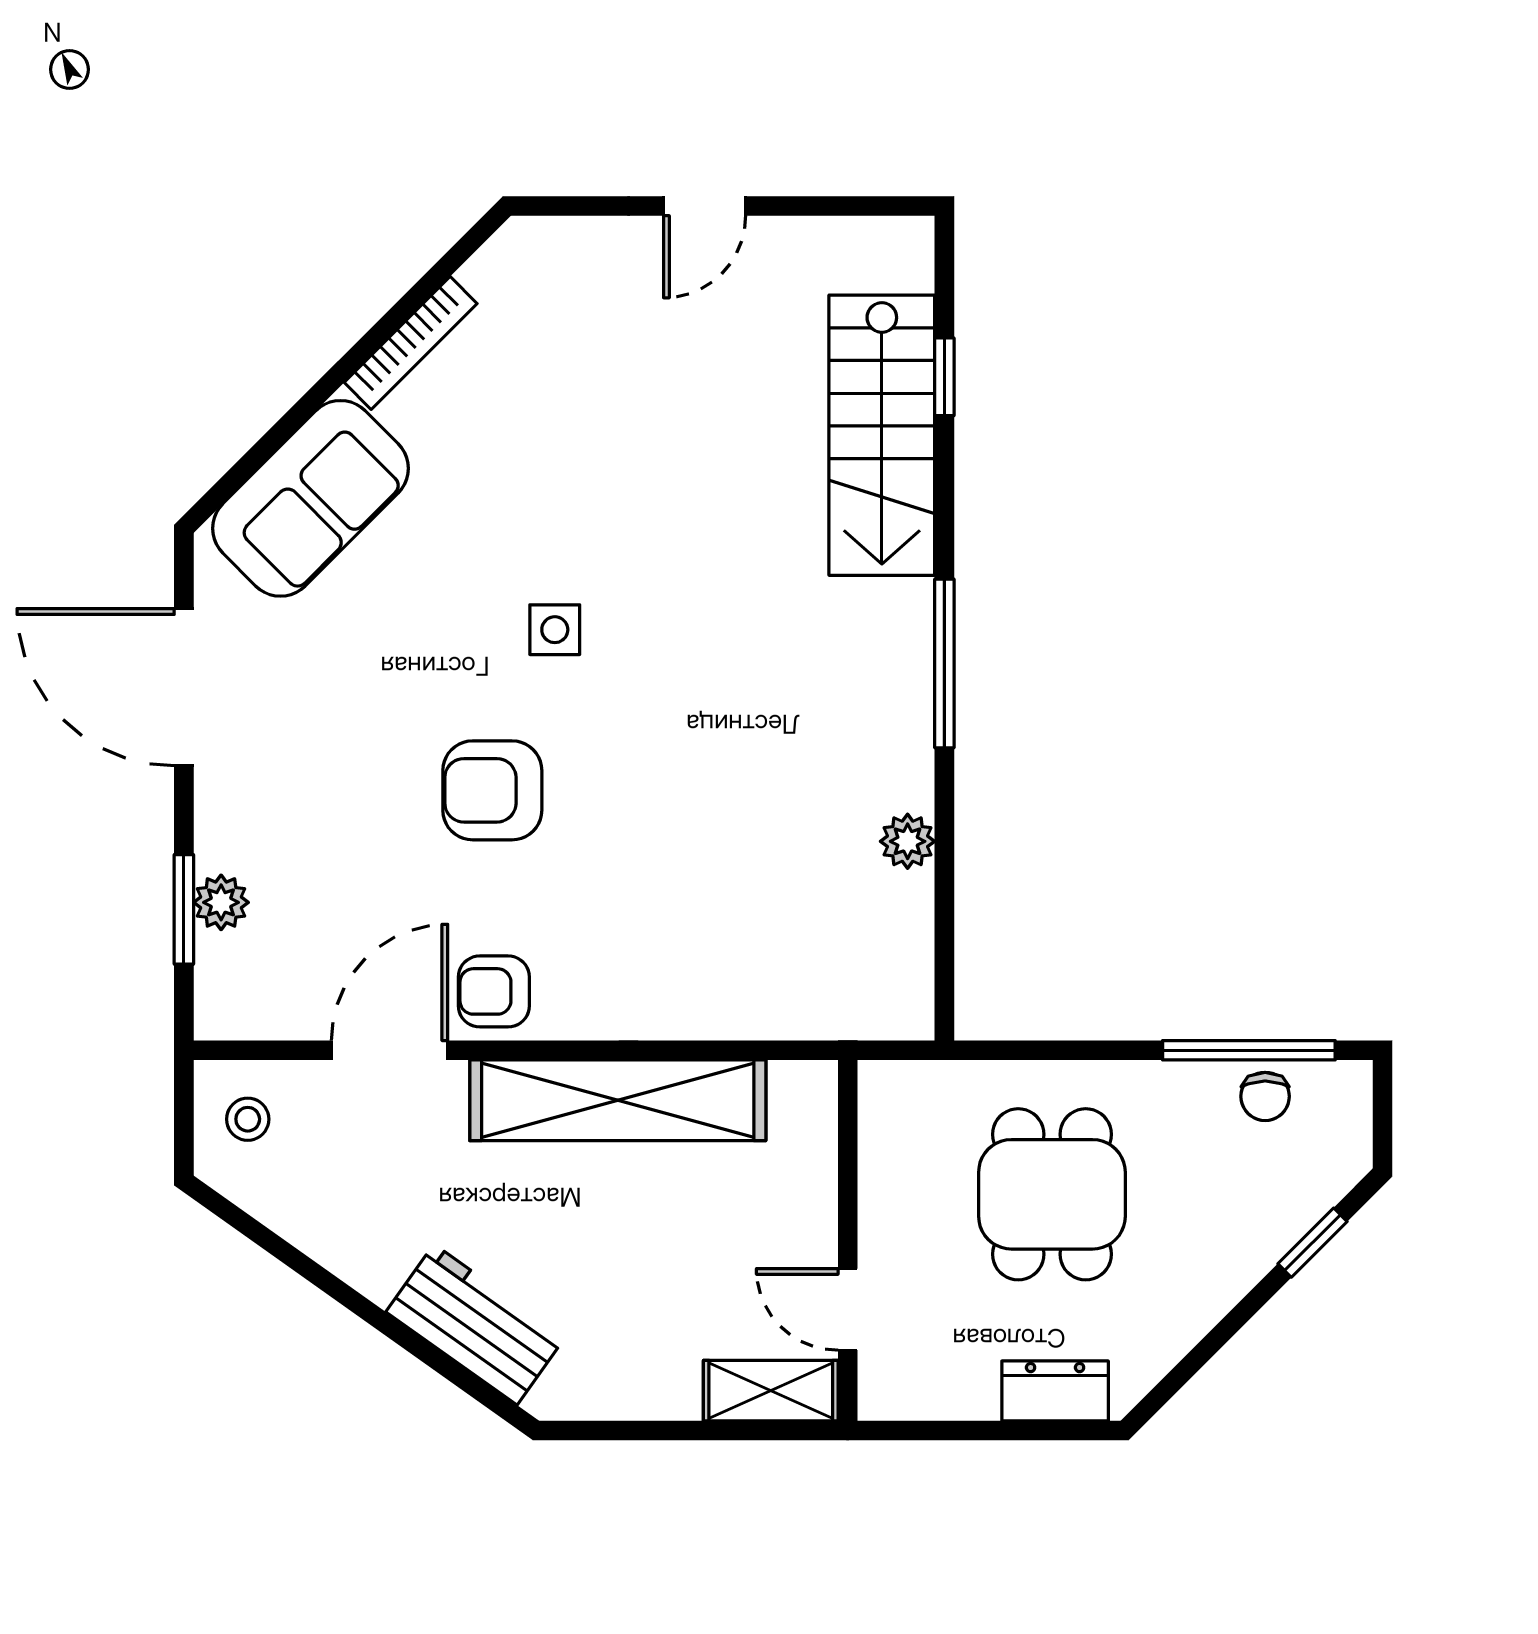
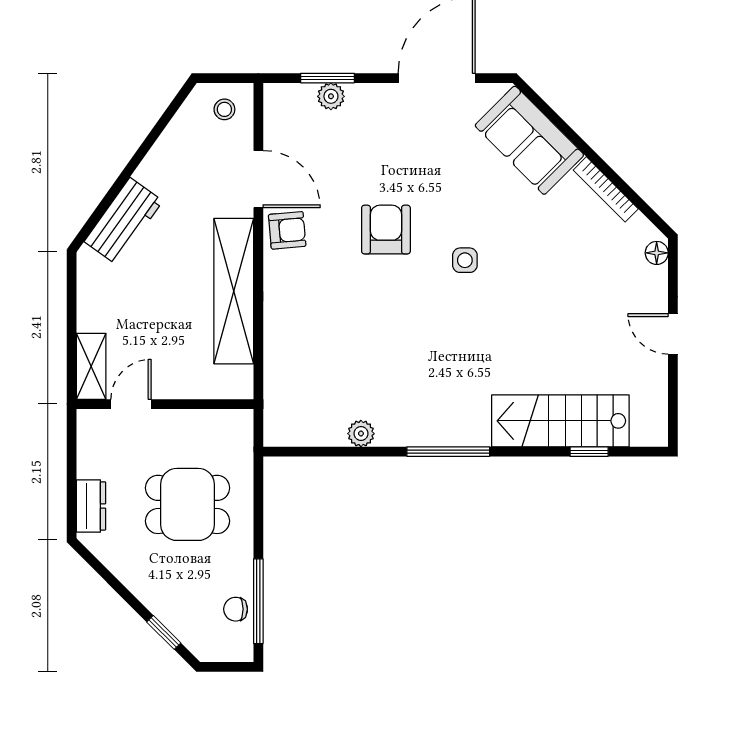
floor lamp: (540, 239) -> (657, 253), added
armchair: (494, 991) -> (287, 230), turned 85

